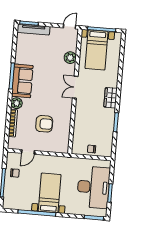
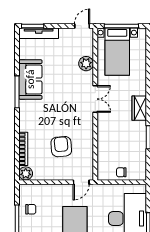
sofa: (22, 81) -> (30, 79), moved
double door: (75, 87) -> (95, 99), swing flipped
plant: (17, 103) -> (26, 173), moved
armchair: (44, 124) -> (61, 147), turned -95
door: (28, 152) -> (81, 182), moved

